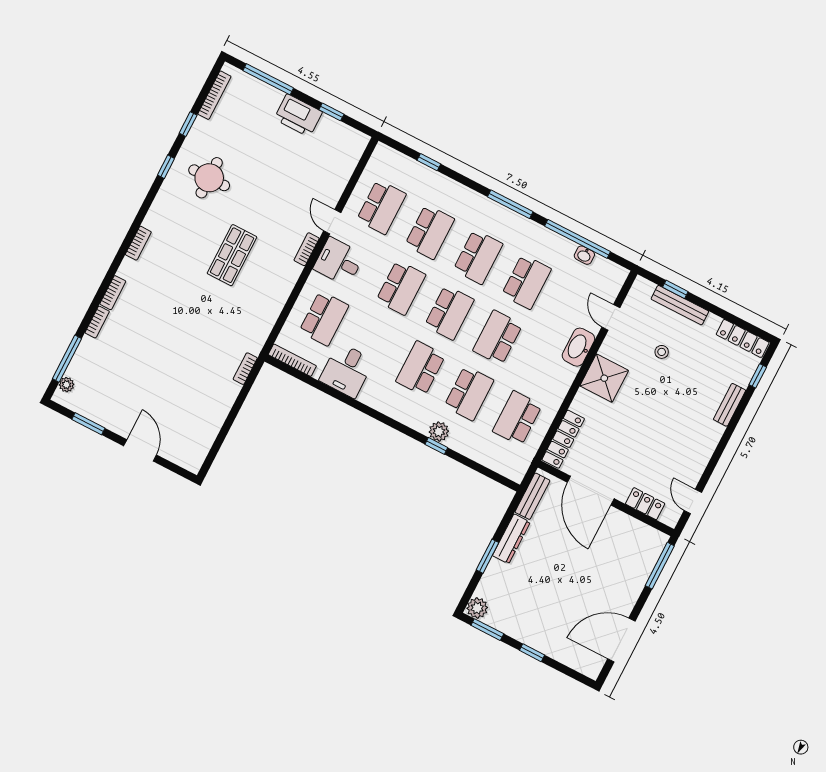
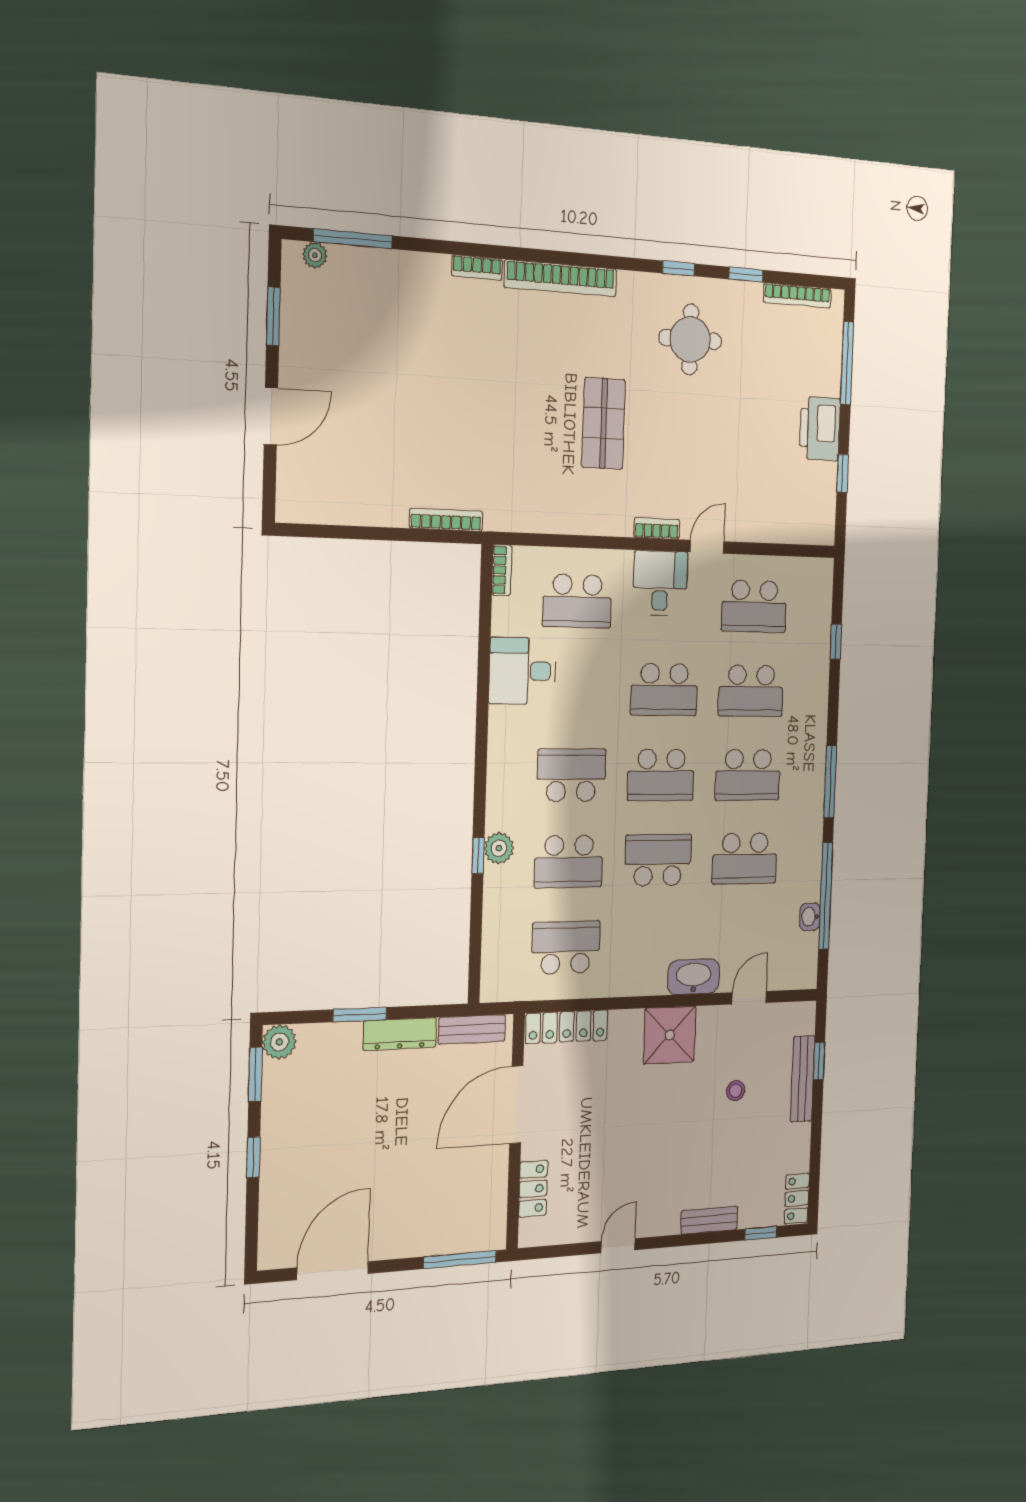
bookcase: (138, 243) -> (561, 278), width x2.31, depth x1.31
shop shelf: (232, 255) -> (604, 423), turned 90
bookcase: (97, 322) -> (426, 262), removed
locker: (743, 338) -> (797, 1198), width x0.66
bookcase: (292, 360) -> (502, 570), width x0.64
bookcase: (245, 369) -> (446, 520), width x1.56
door: (693, 501) -> (618, 1246), moved
door: (621, 640) -> (333, 1271), hinge flipped

